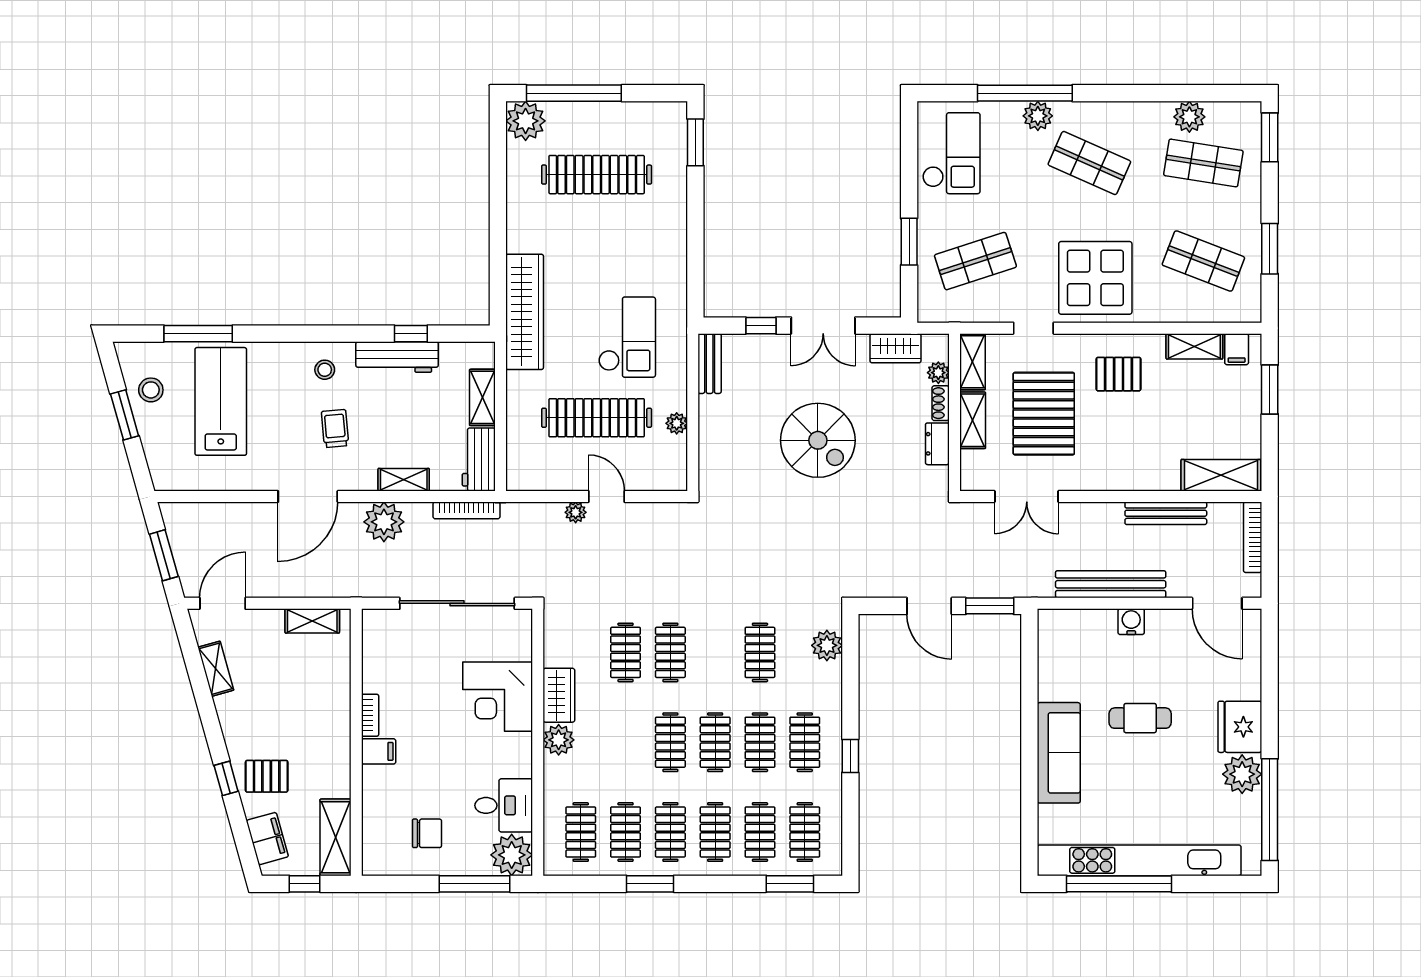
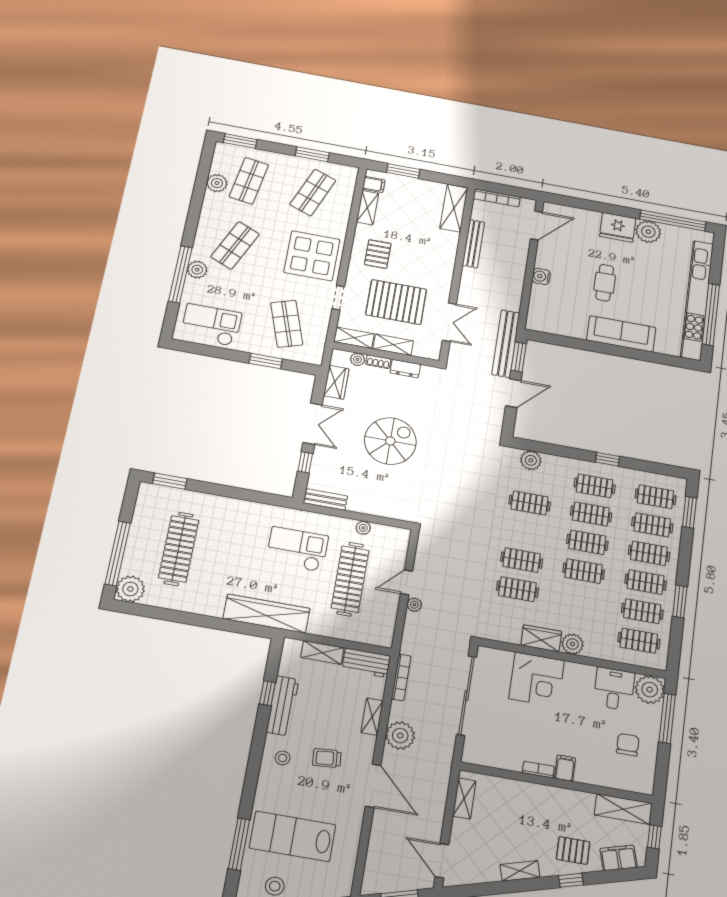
bench: (1111, 584) -> (506, 344), moved
shelving: (216, 669) -> (520, 871), moved
pallet: (267, 776) -> (573, 851), turned 90

